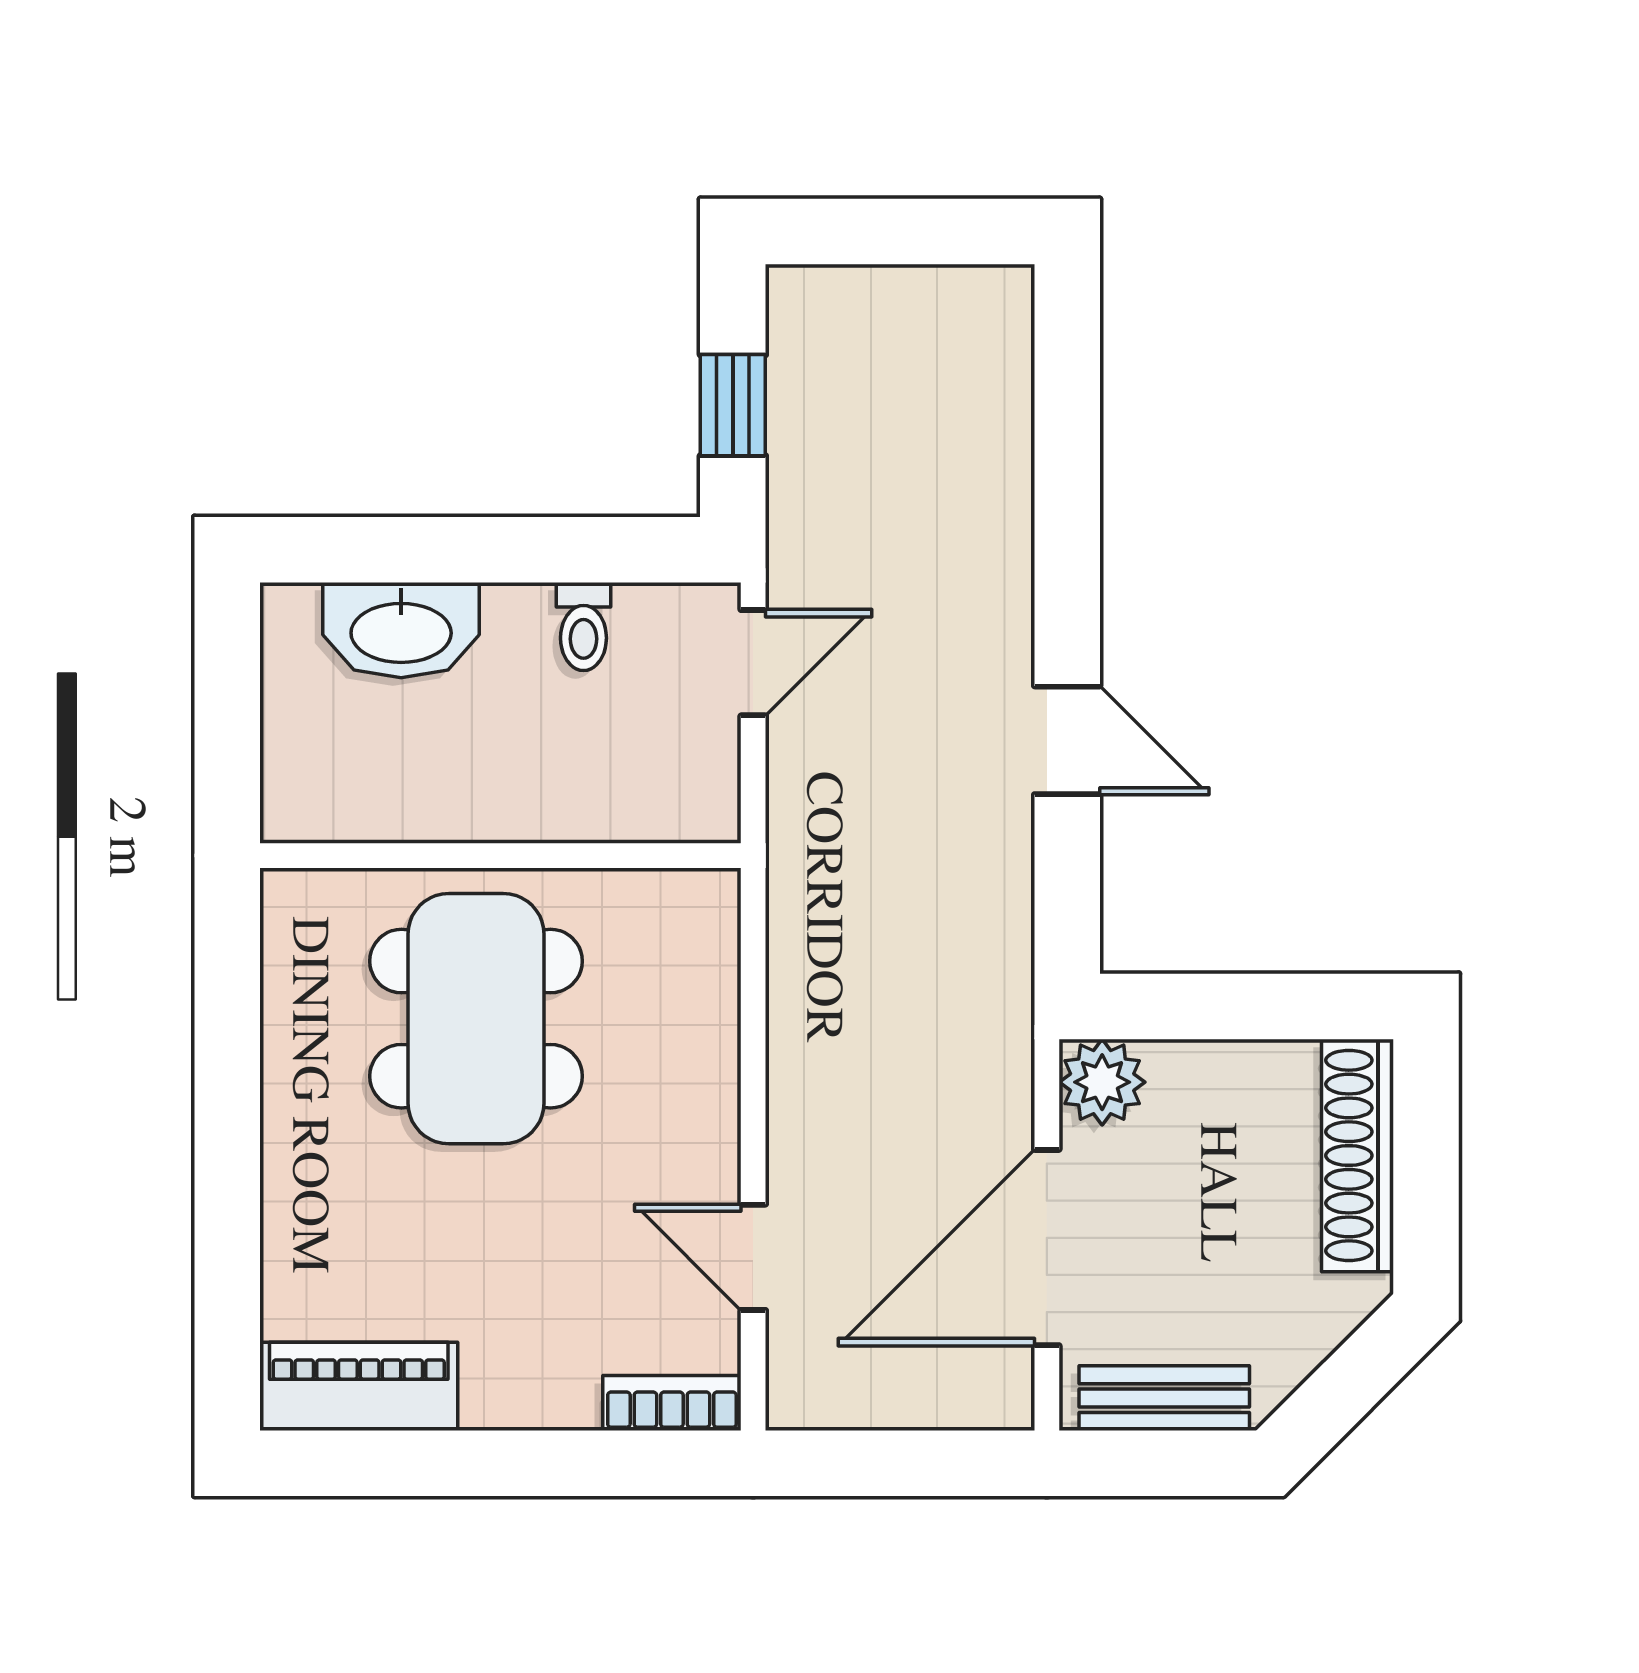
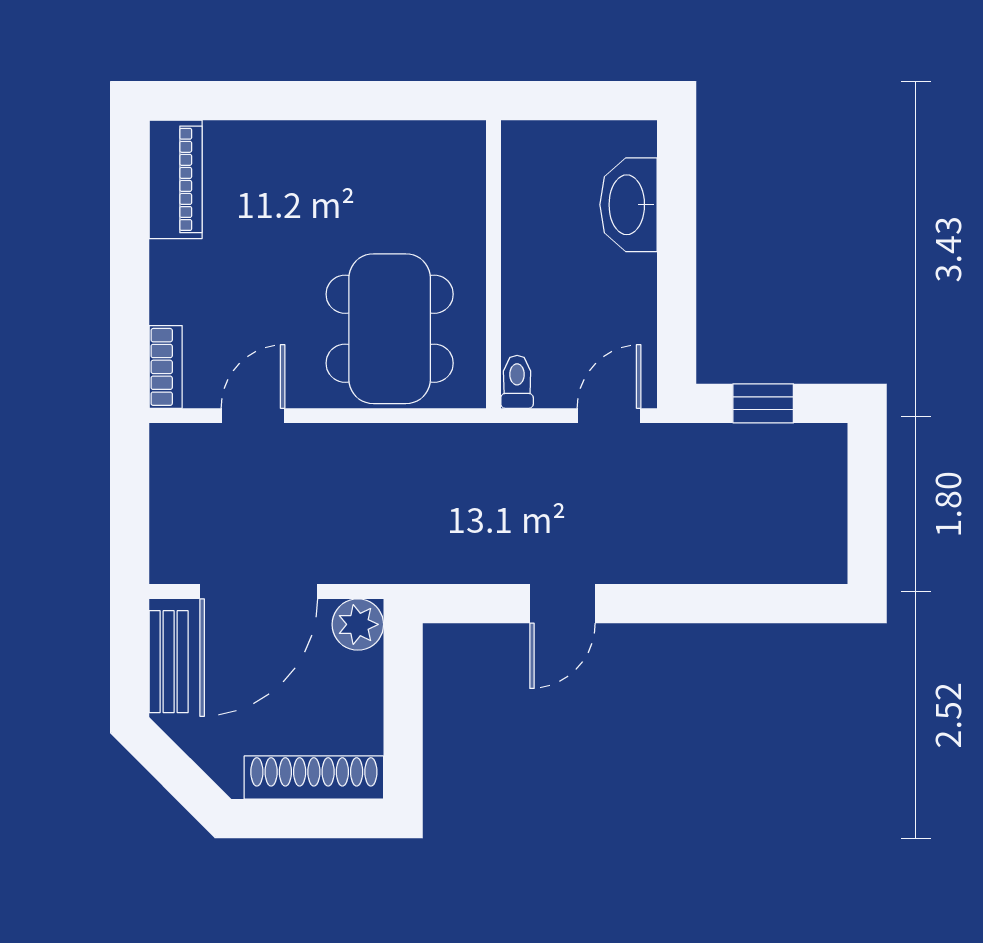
toilet: (583, 627) -> (517, 382), moved, turned 90
door: (753, 663) -> (609, 416), swing flipped
dining table: (476, 1019) -> (390, 329), moved, turned 90
door: (1047, 1248) -> (259, 591), swing flipped

